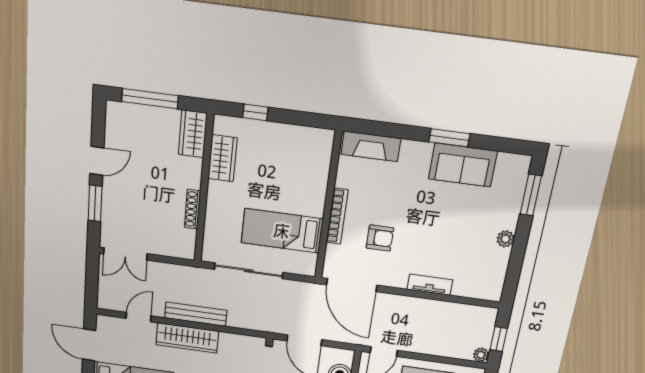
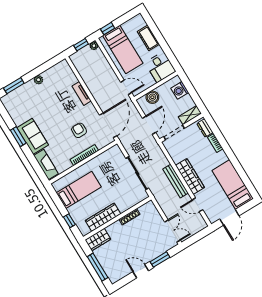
wardrobe: (223, 158) -> (103, 217), width x1.50
sofa: (463, 165) -> (33, 136), moved
bed: (282, 231) -> (79, 190), moved, turned -90

